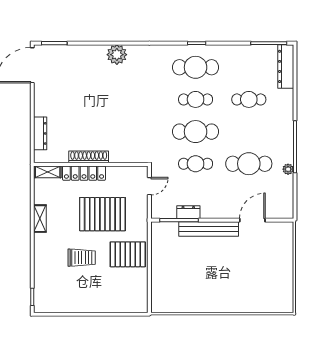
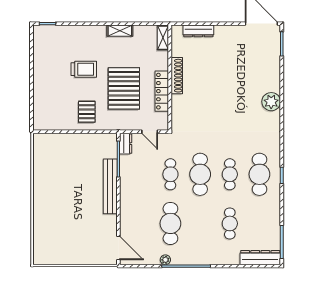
locker: (84, 173) -> (162, 91), moved
dresser: (188, 212) -> (126, 144), moved
door: (252, 220) -> (118, 248), moved
pallet: (128, 254) -> (87, 112), width x0.67, depth x0.71
trolley: (82, 258) -> (84, 69), turned -90

